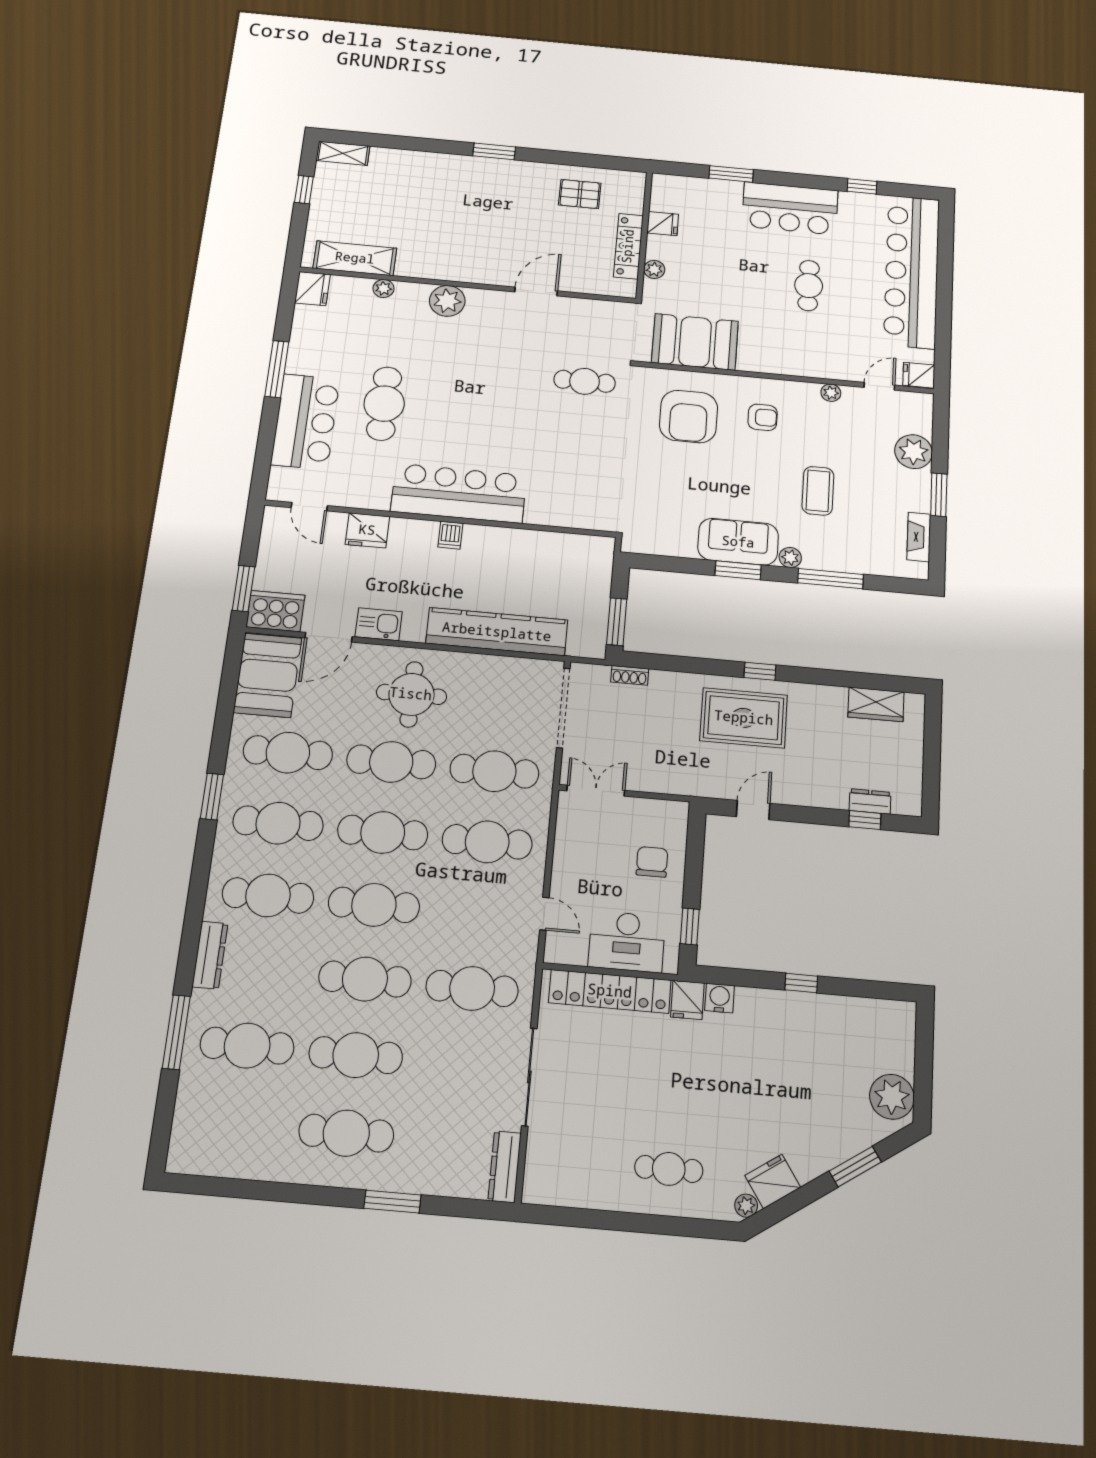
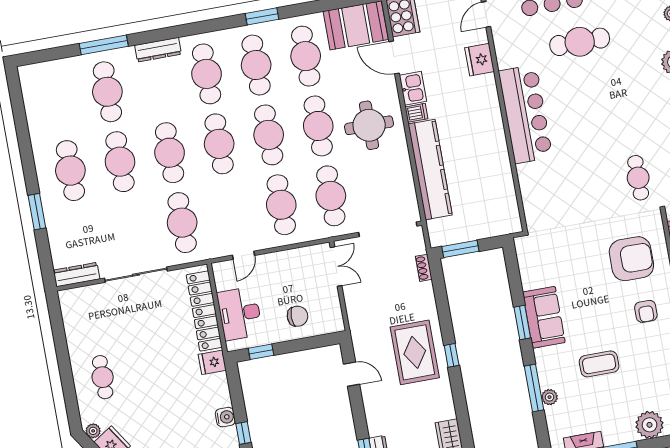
armchair: (689, 416) -> (631, 259), turned 180
dishwasher: (450, 535) -> (416, 113), moved, turned 180
plant: (790, 557) -> (550, 397), moved
water cooler: (720, 998) -> (225, 417), moved

